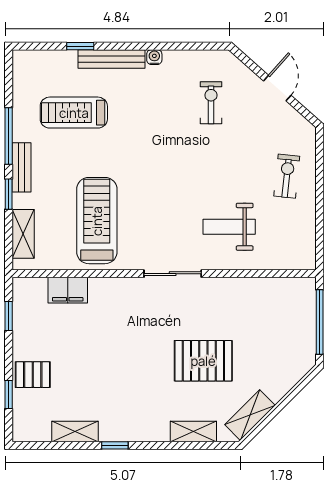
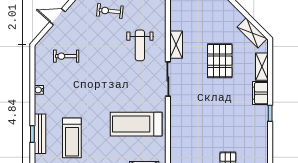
bench: (112, 59) -> (40, 134), moved
filing cabinet: (68, 290) -> (260, 93), moved, turned 180
shelving: (75, 432) -> (176, 45), moved

